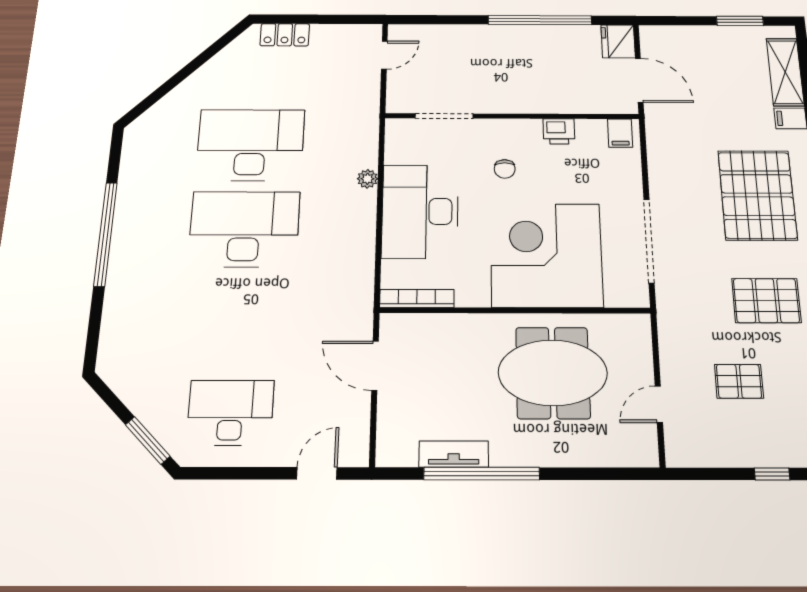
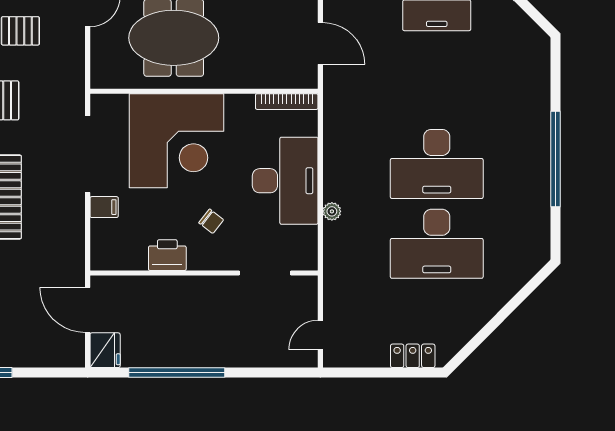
printer: (559, 131) -> (167, 255), width x1.36, depth x1.24
filing cabinet: (620, 133) -> (104, 207), moved, turned 90
chair: (505, 169) -> (211, 221), turned 128

